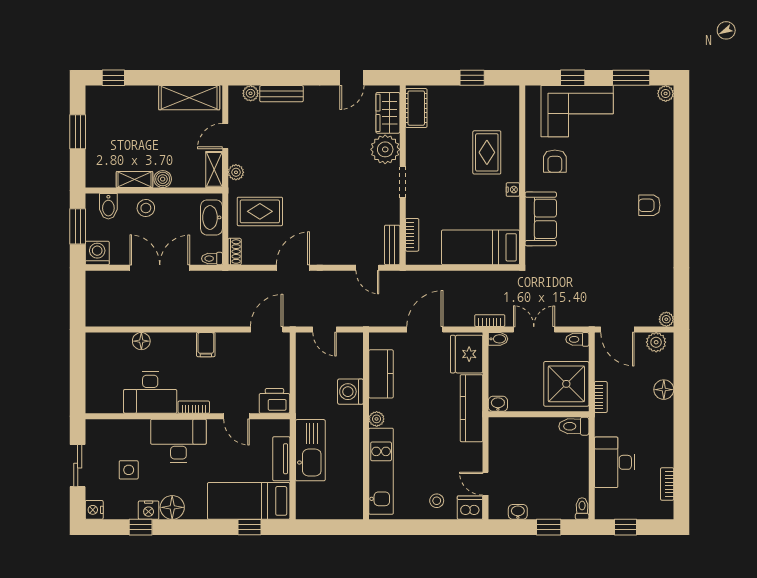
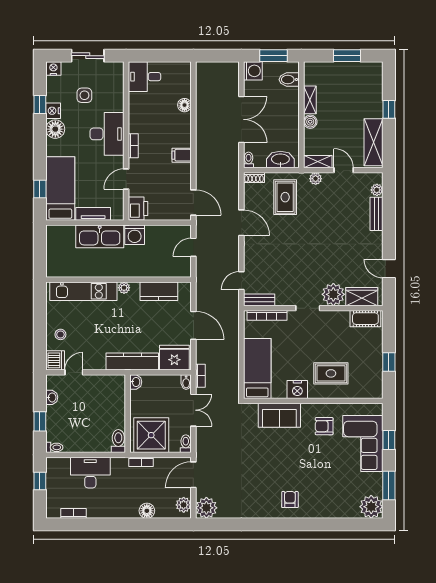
window: (113, 78) -> (389, 109), moved
plant: (666, 94) -> (371, 507), width x1.88, depth x1.88
nightstand: (513, 190) -> (297, 390), width x1.89, depth x1.79
stool: (146, 208) -> (288, 109), removed
bookcase: (412, 235) -> (267, 315), width x1.56
plant: (666, 319) -> (206, 508), width x1.88, depth x1.88
washing machine: (350, 392) -> (135, 235), moved, turned 180
desk: (150, 393) -> (144, 77), moved, width x0.73

